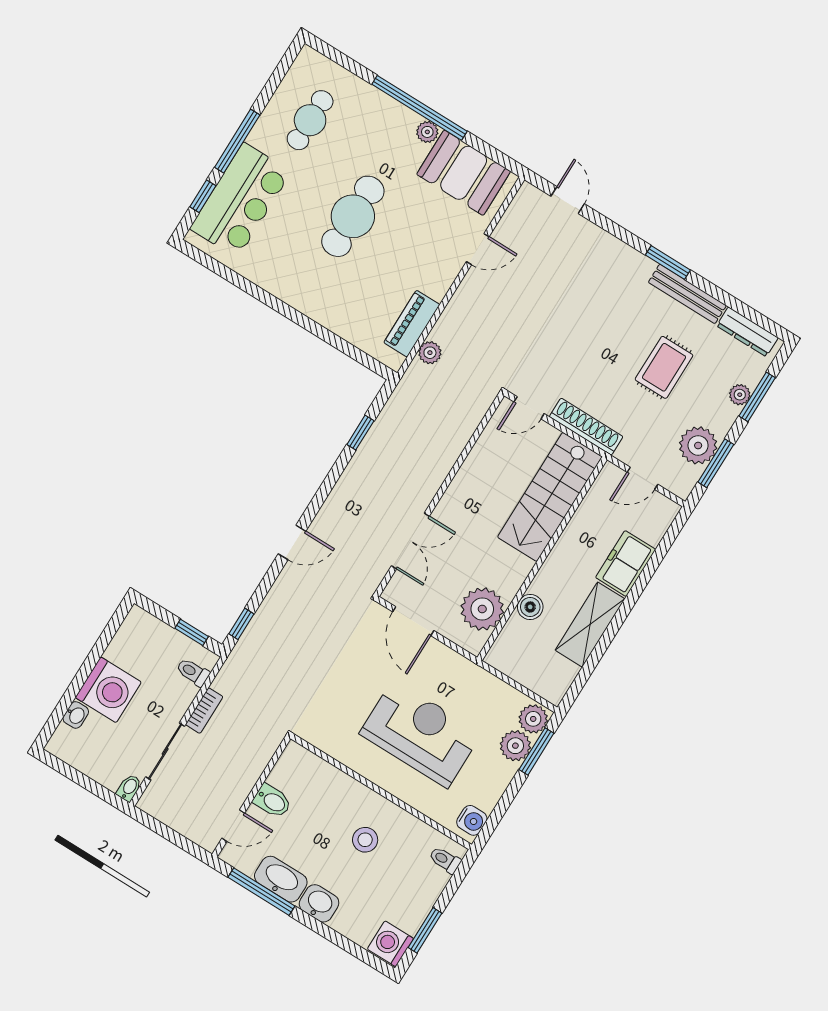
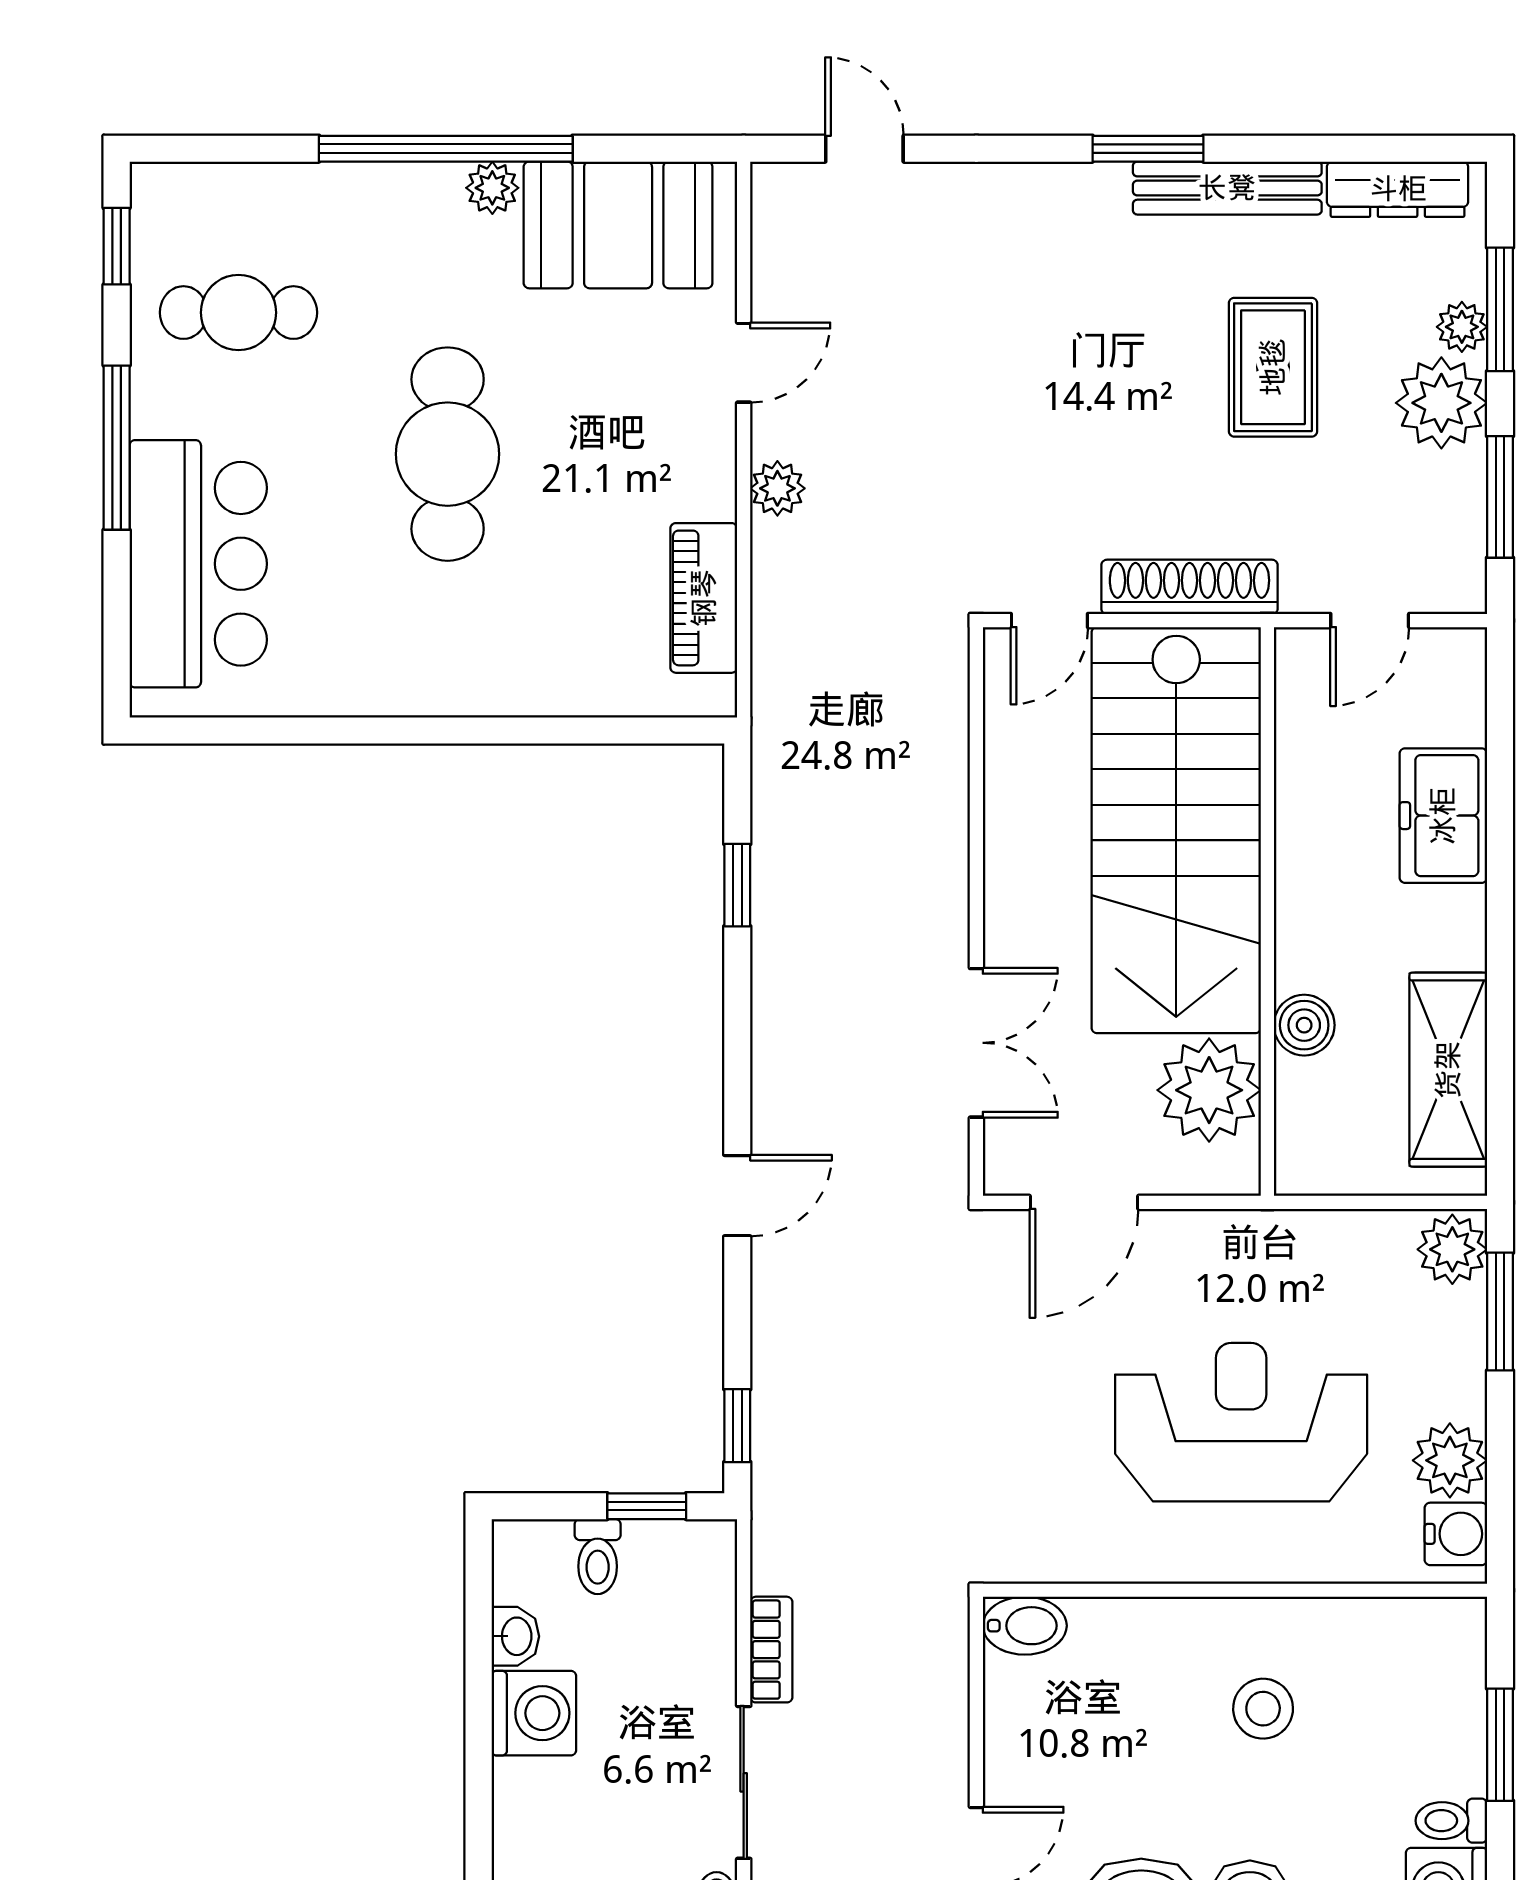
cafe table: (310, 120) -> (238, 313), turned 90
window: (203, 196) -> (117, 246), moved
plant: (430, 353) -> (777, 488), moved
plant: (698, 445) -> (1441, 403), moved
stairs: (550, 497) -> (1176, 830), width x1.36, depth x1.51
door: (413, 621) -> (1084, 1202), hinge flipped
shelving: (590, 625) -> (1448, 1070), moved
toilet: (193, 672) -> (598, 1557), moved, turned -90
washing machine: (108, 690) -> (534, 1713), width x0.73, depth x0.73
washbasin: (76, 715) -> (515, 1636), moved
plant: (515, 746) -> (1450, 1460), moved
bidet: (272, 801) -> (1025, 1626), moved
toilet: (445, 860) -> (1451, 1821), moved
window: (425, 930) -> (1500, 1745), moved

